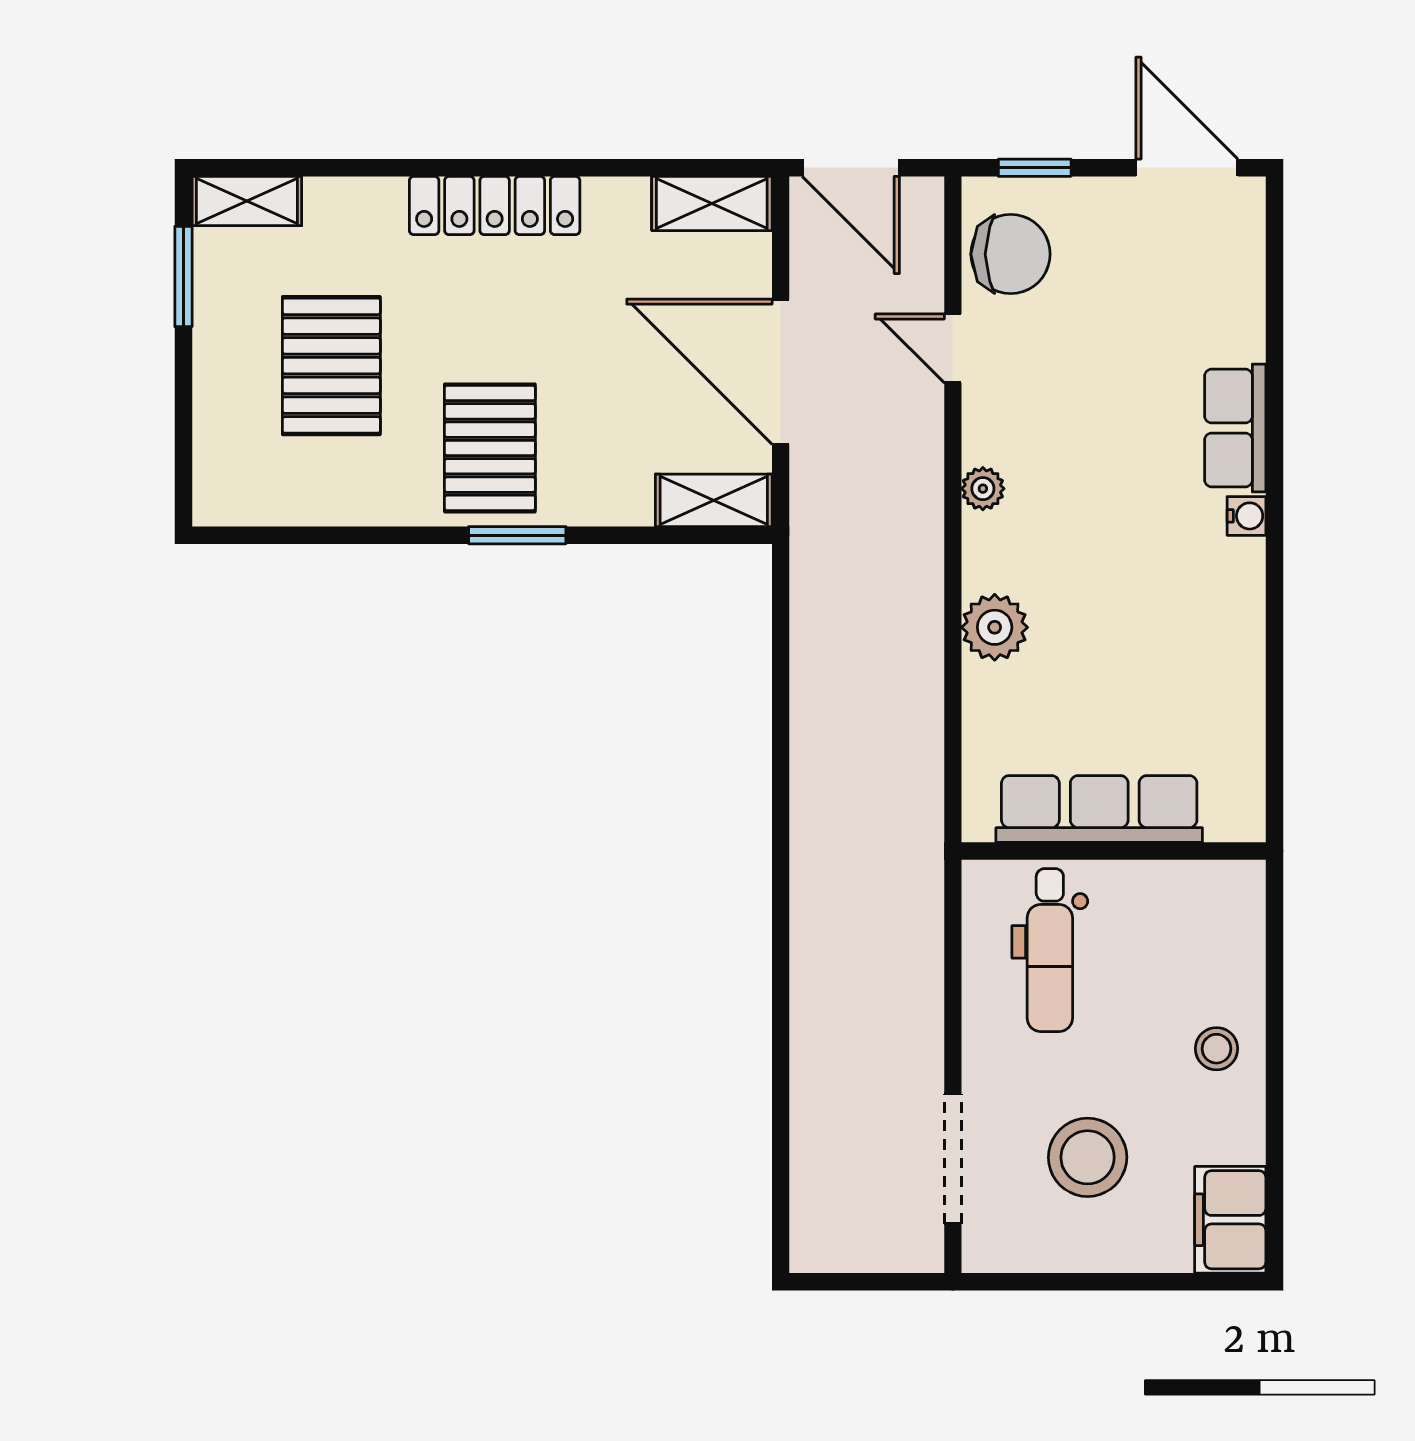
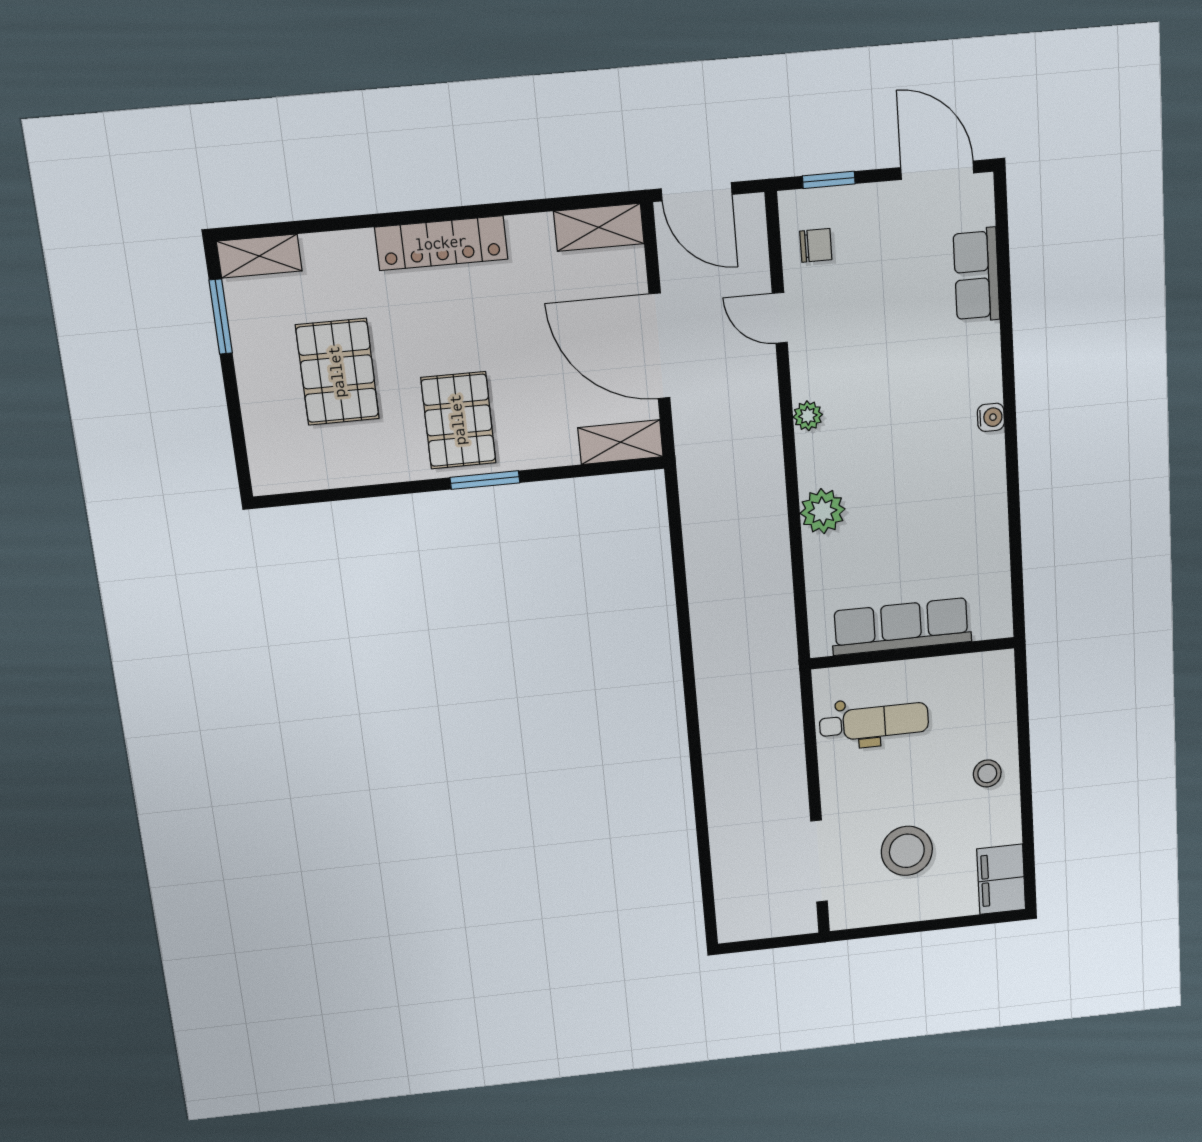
chair: (1011, 254) -> (816, 245), width x0.54, depth x0.54
row of seats: (1235, 428) -> (976, 275), moved
dental chair: (1050, 950) -> (874, 722), turned -90

